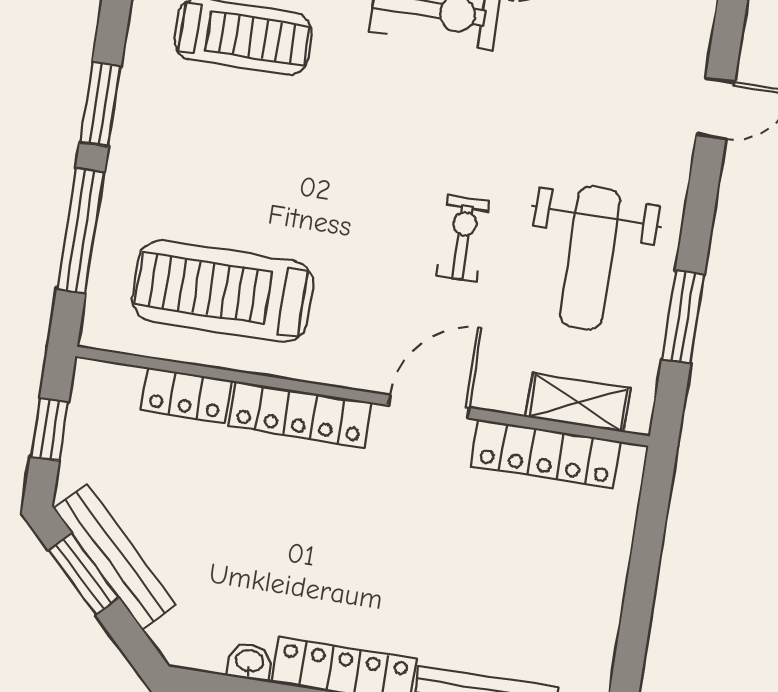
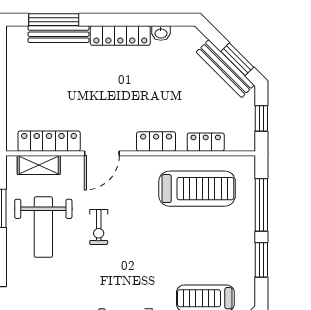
weight bench: (590, 258) -> (43, 227), turned 180
locker: (300, 414) -> (156, 142), width x0.66

